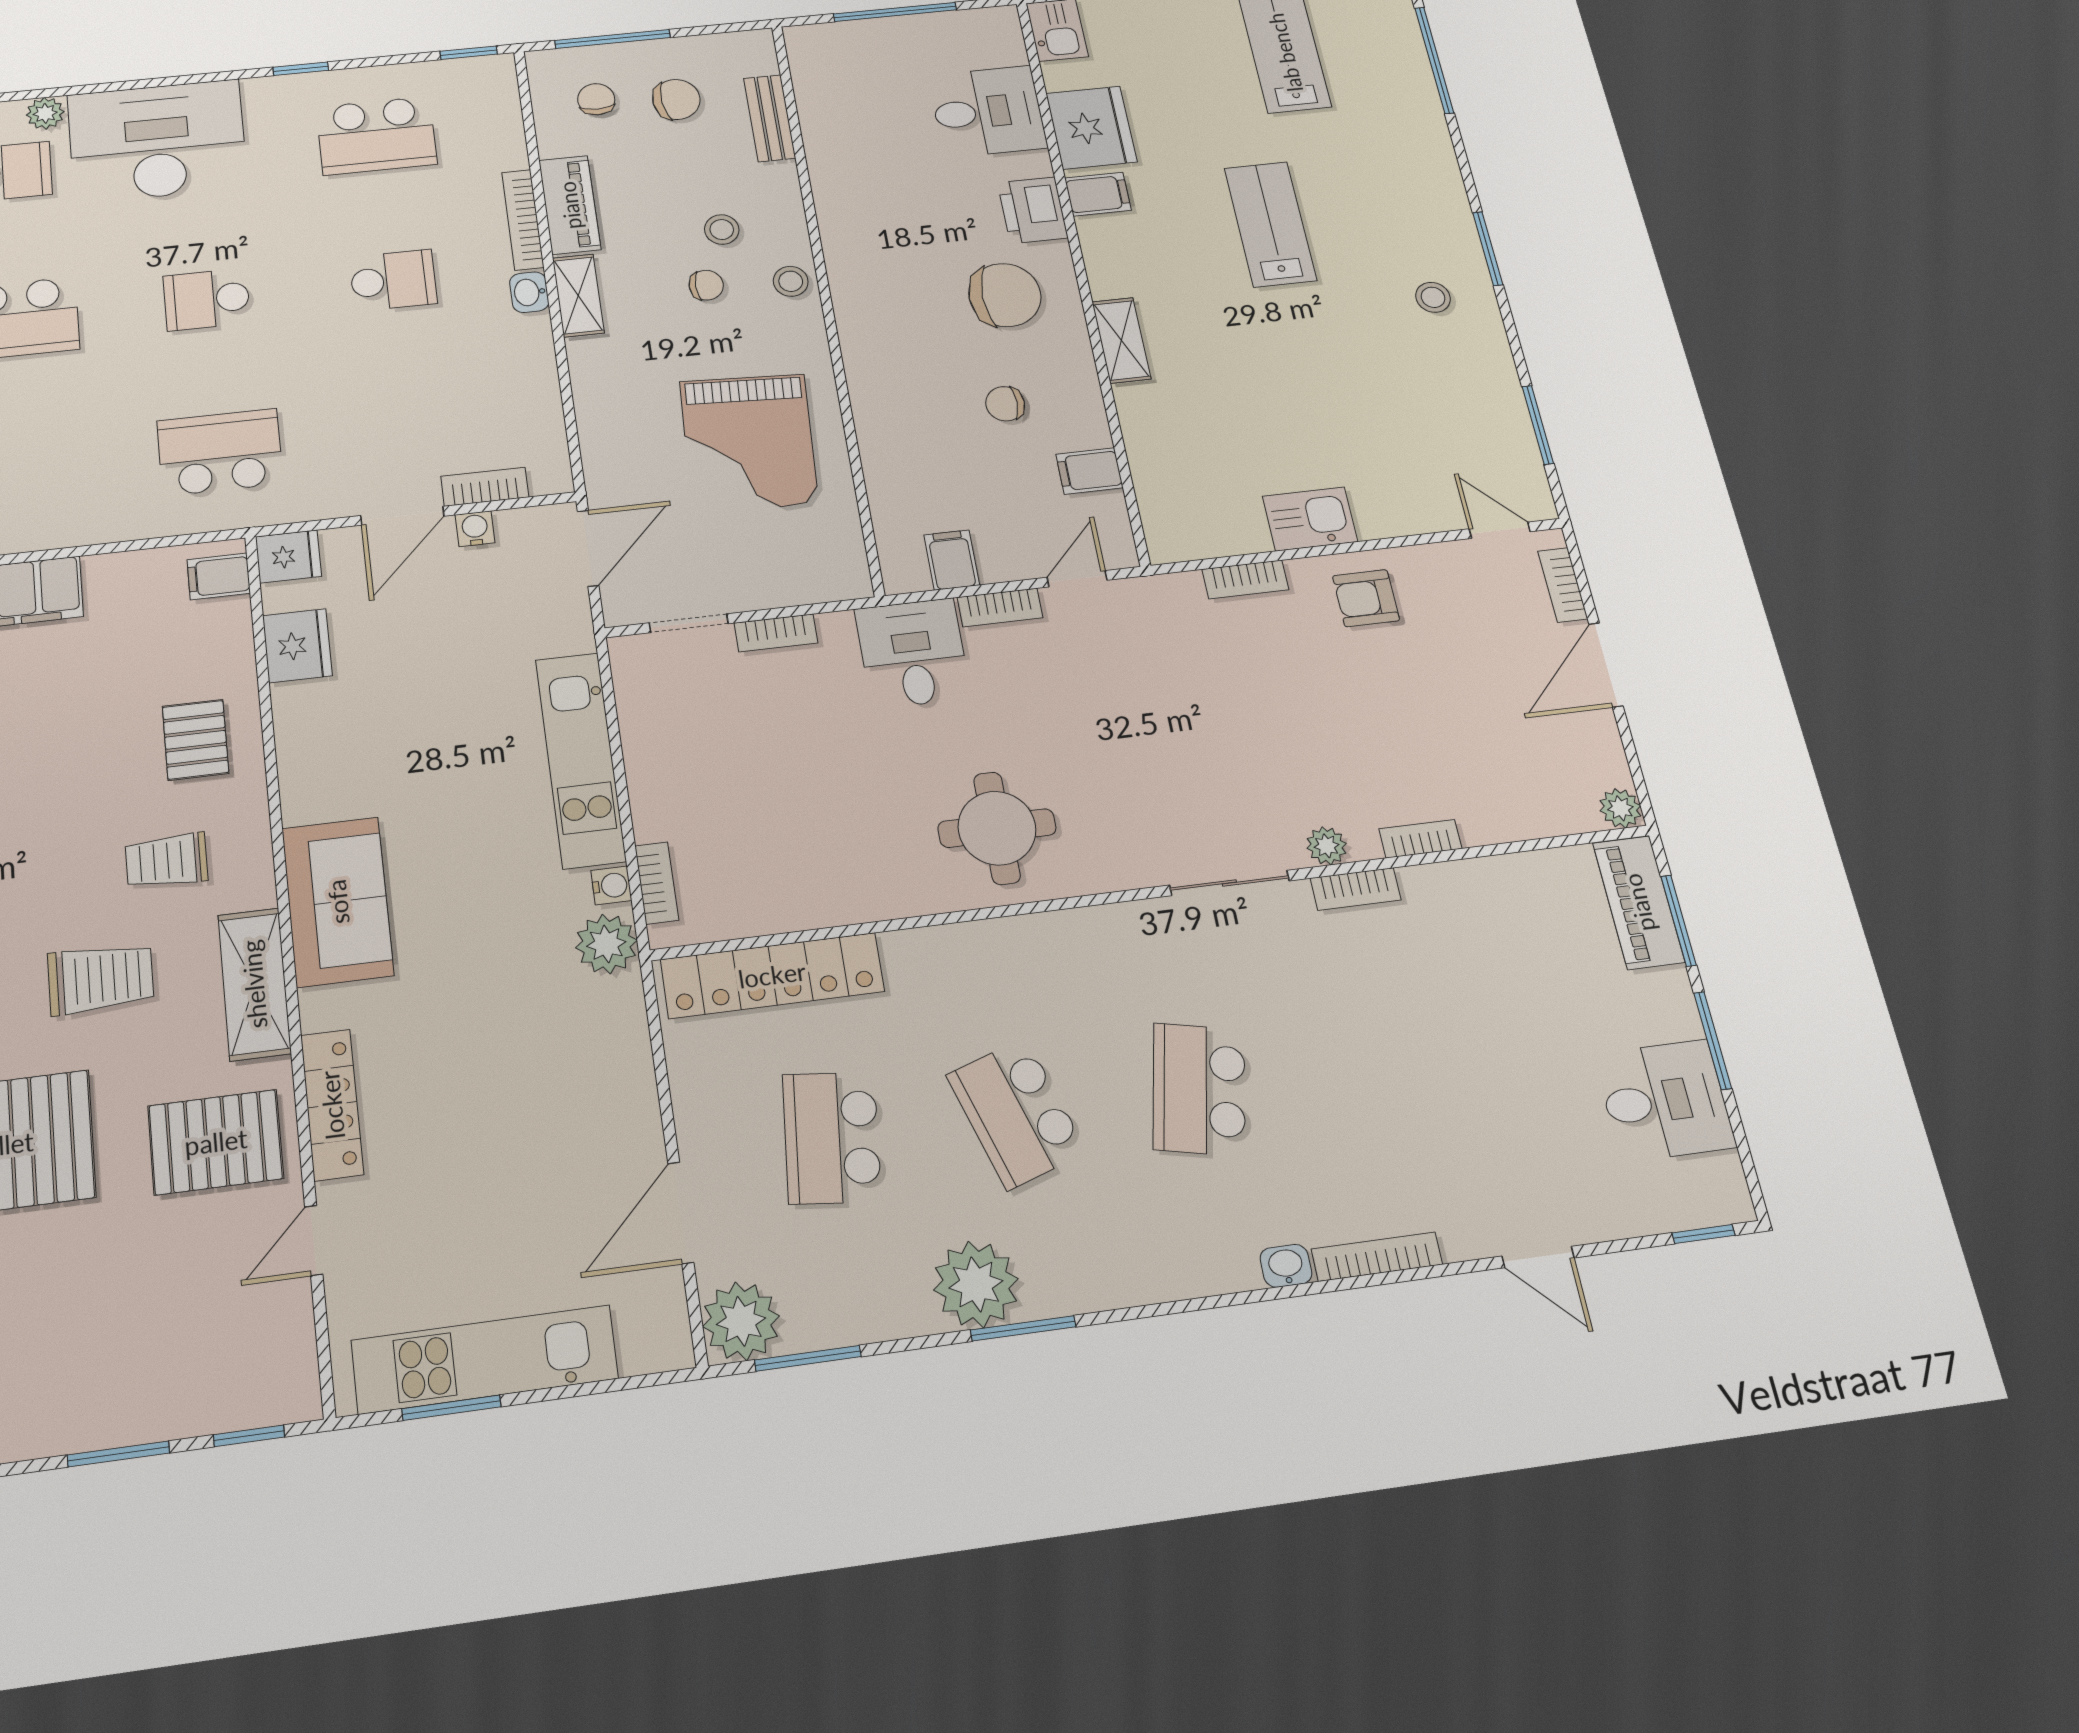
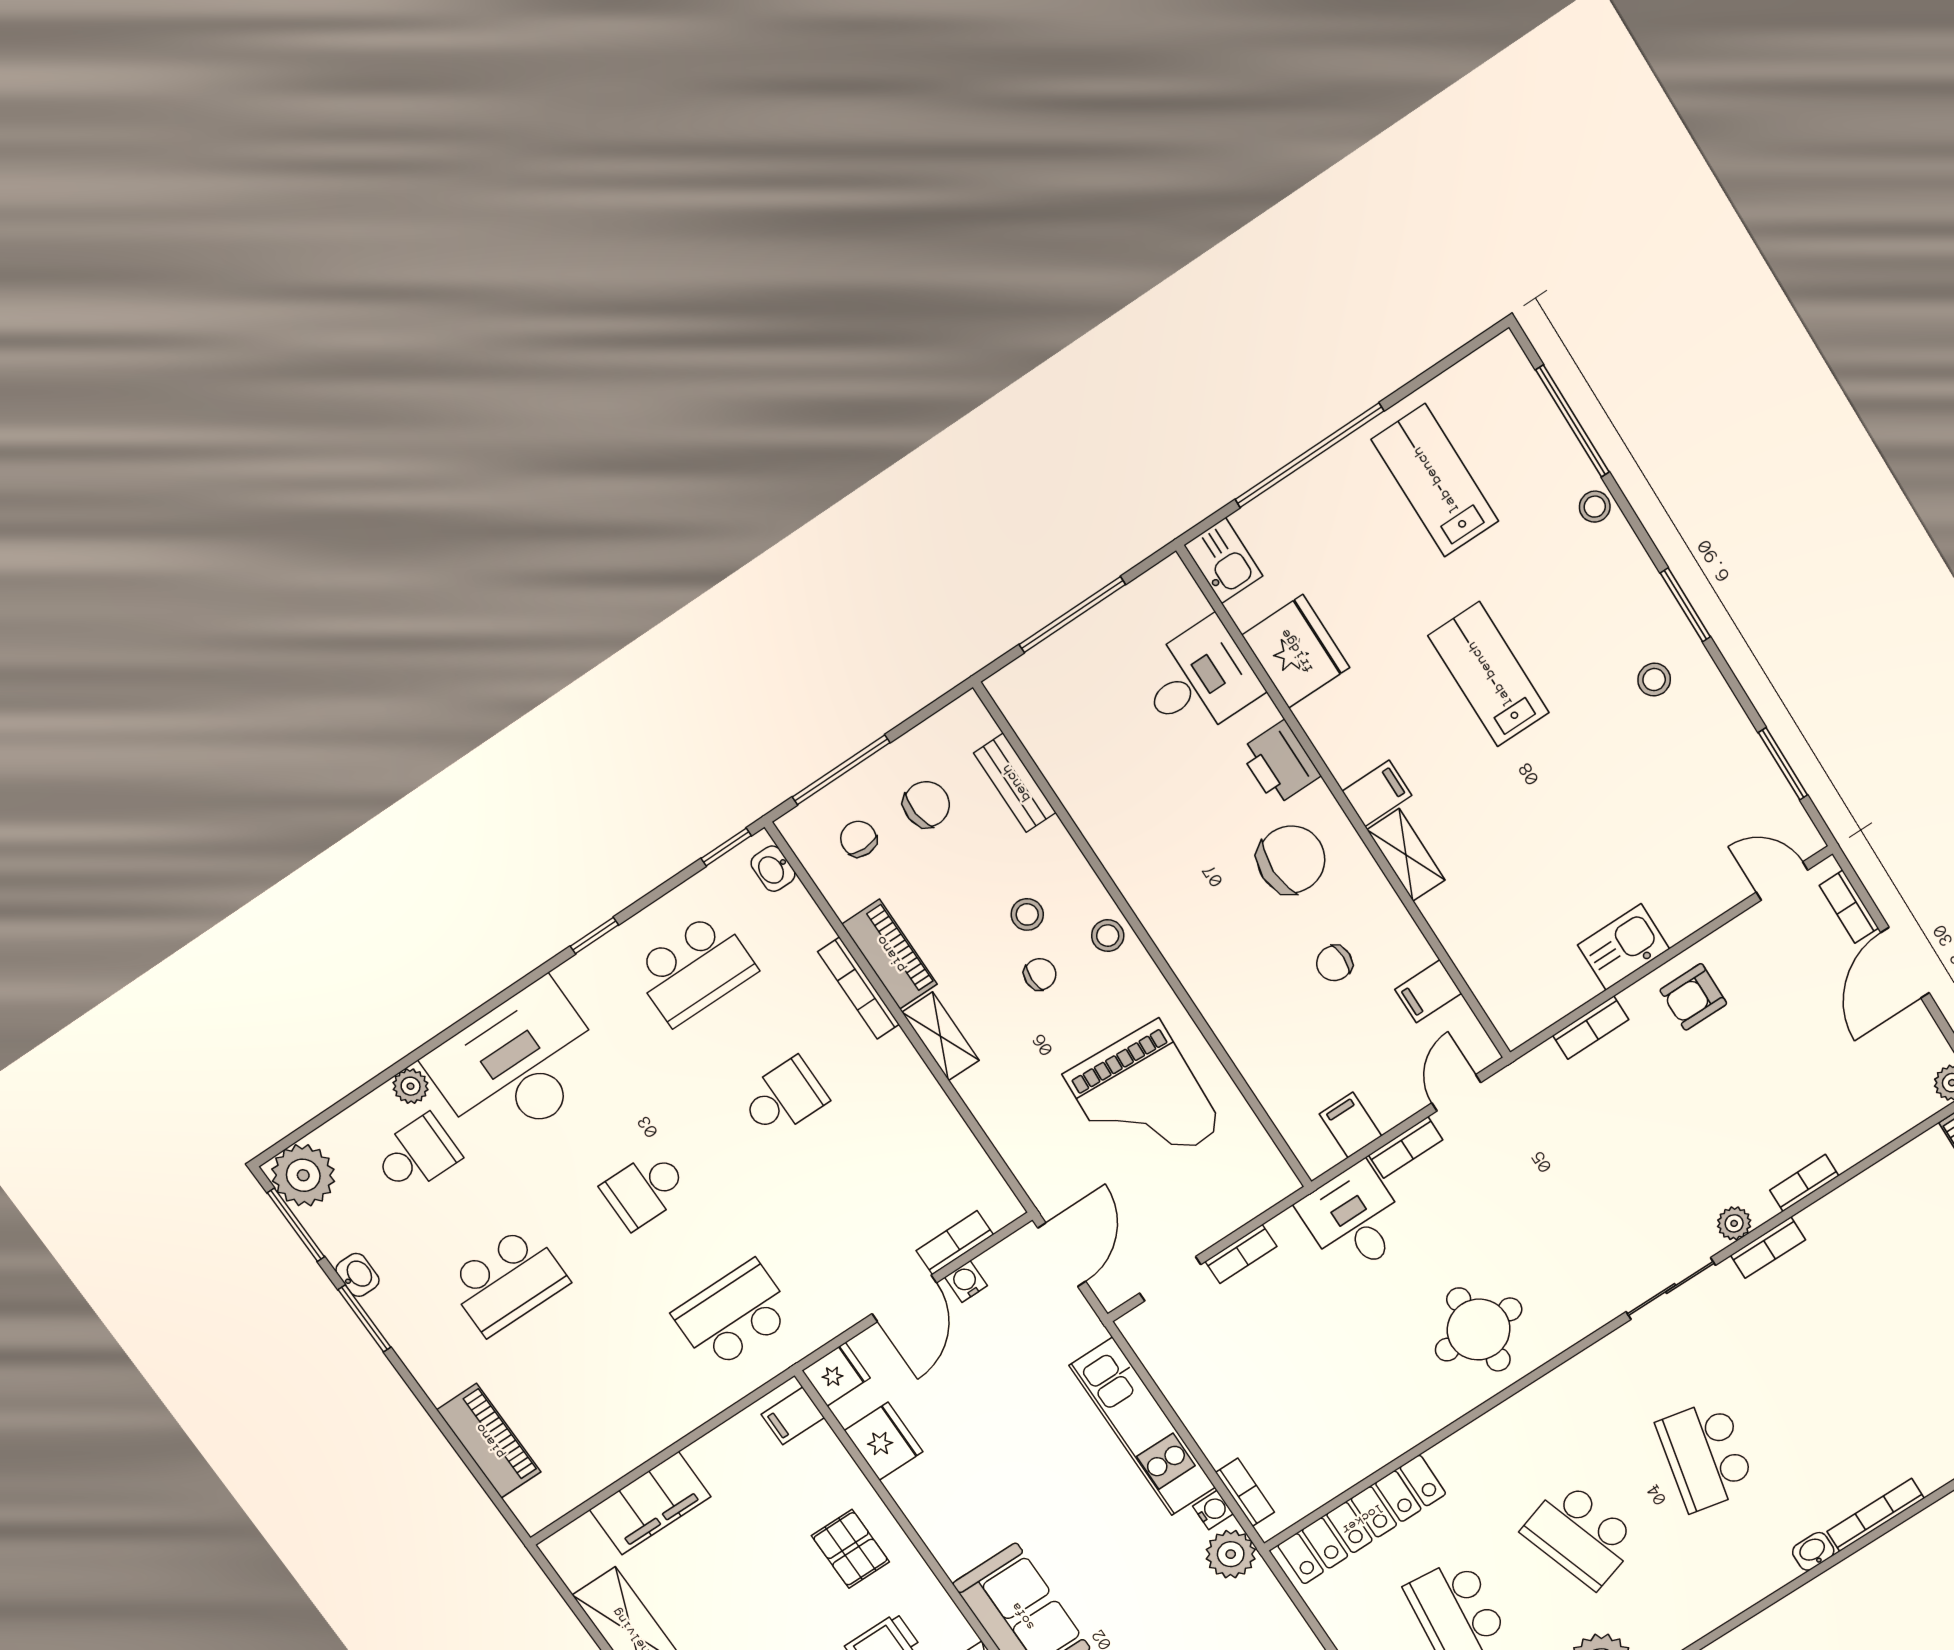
stool: (1429, 134) -> (1595, 507), added
filing cabinet: (1098, 194) -> (1377, 793), moved
washbasin: (529, 292) -> (773, 869), moved

